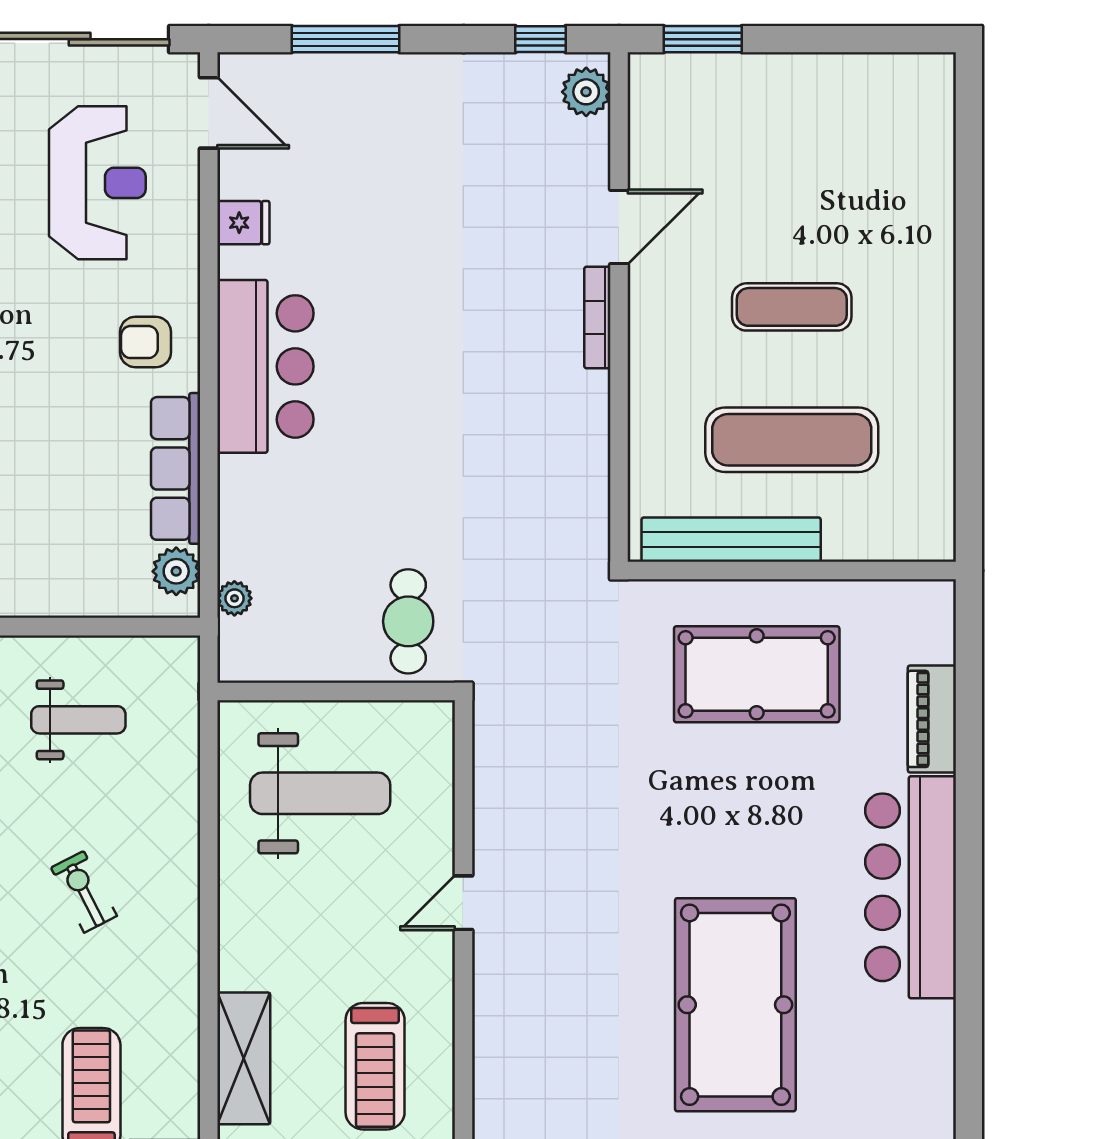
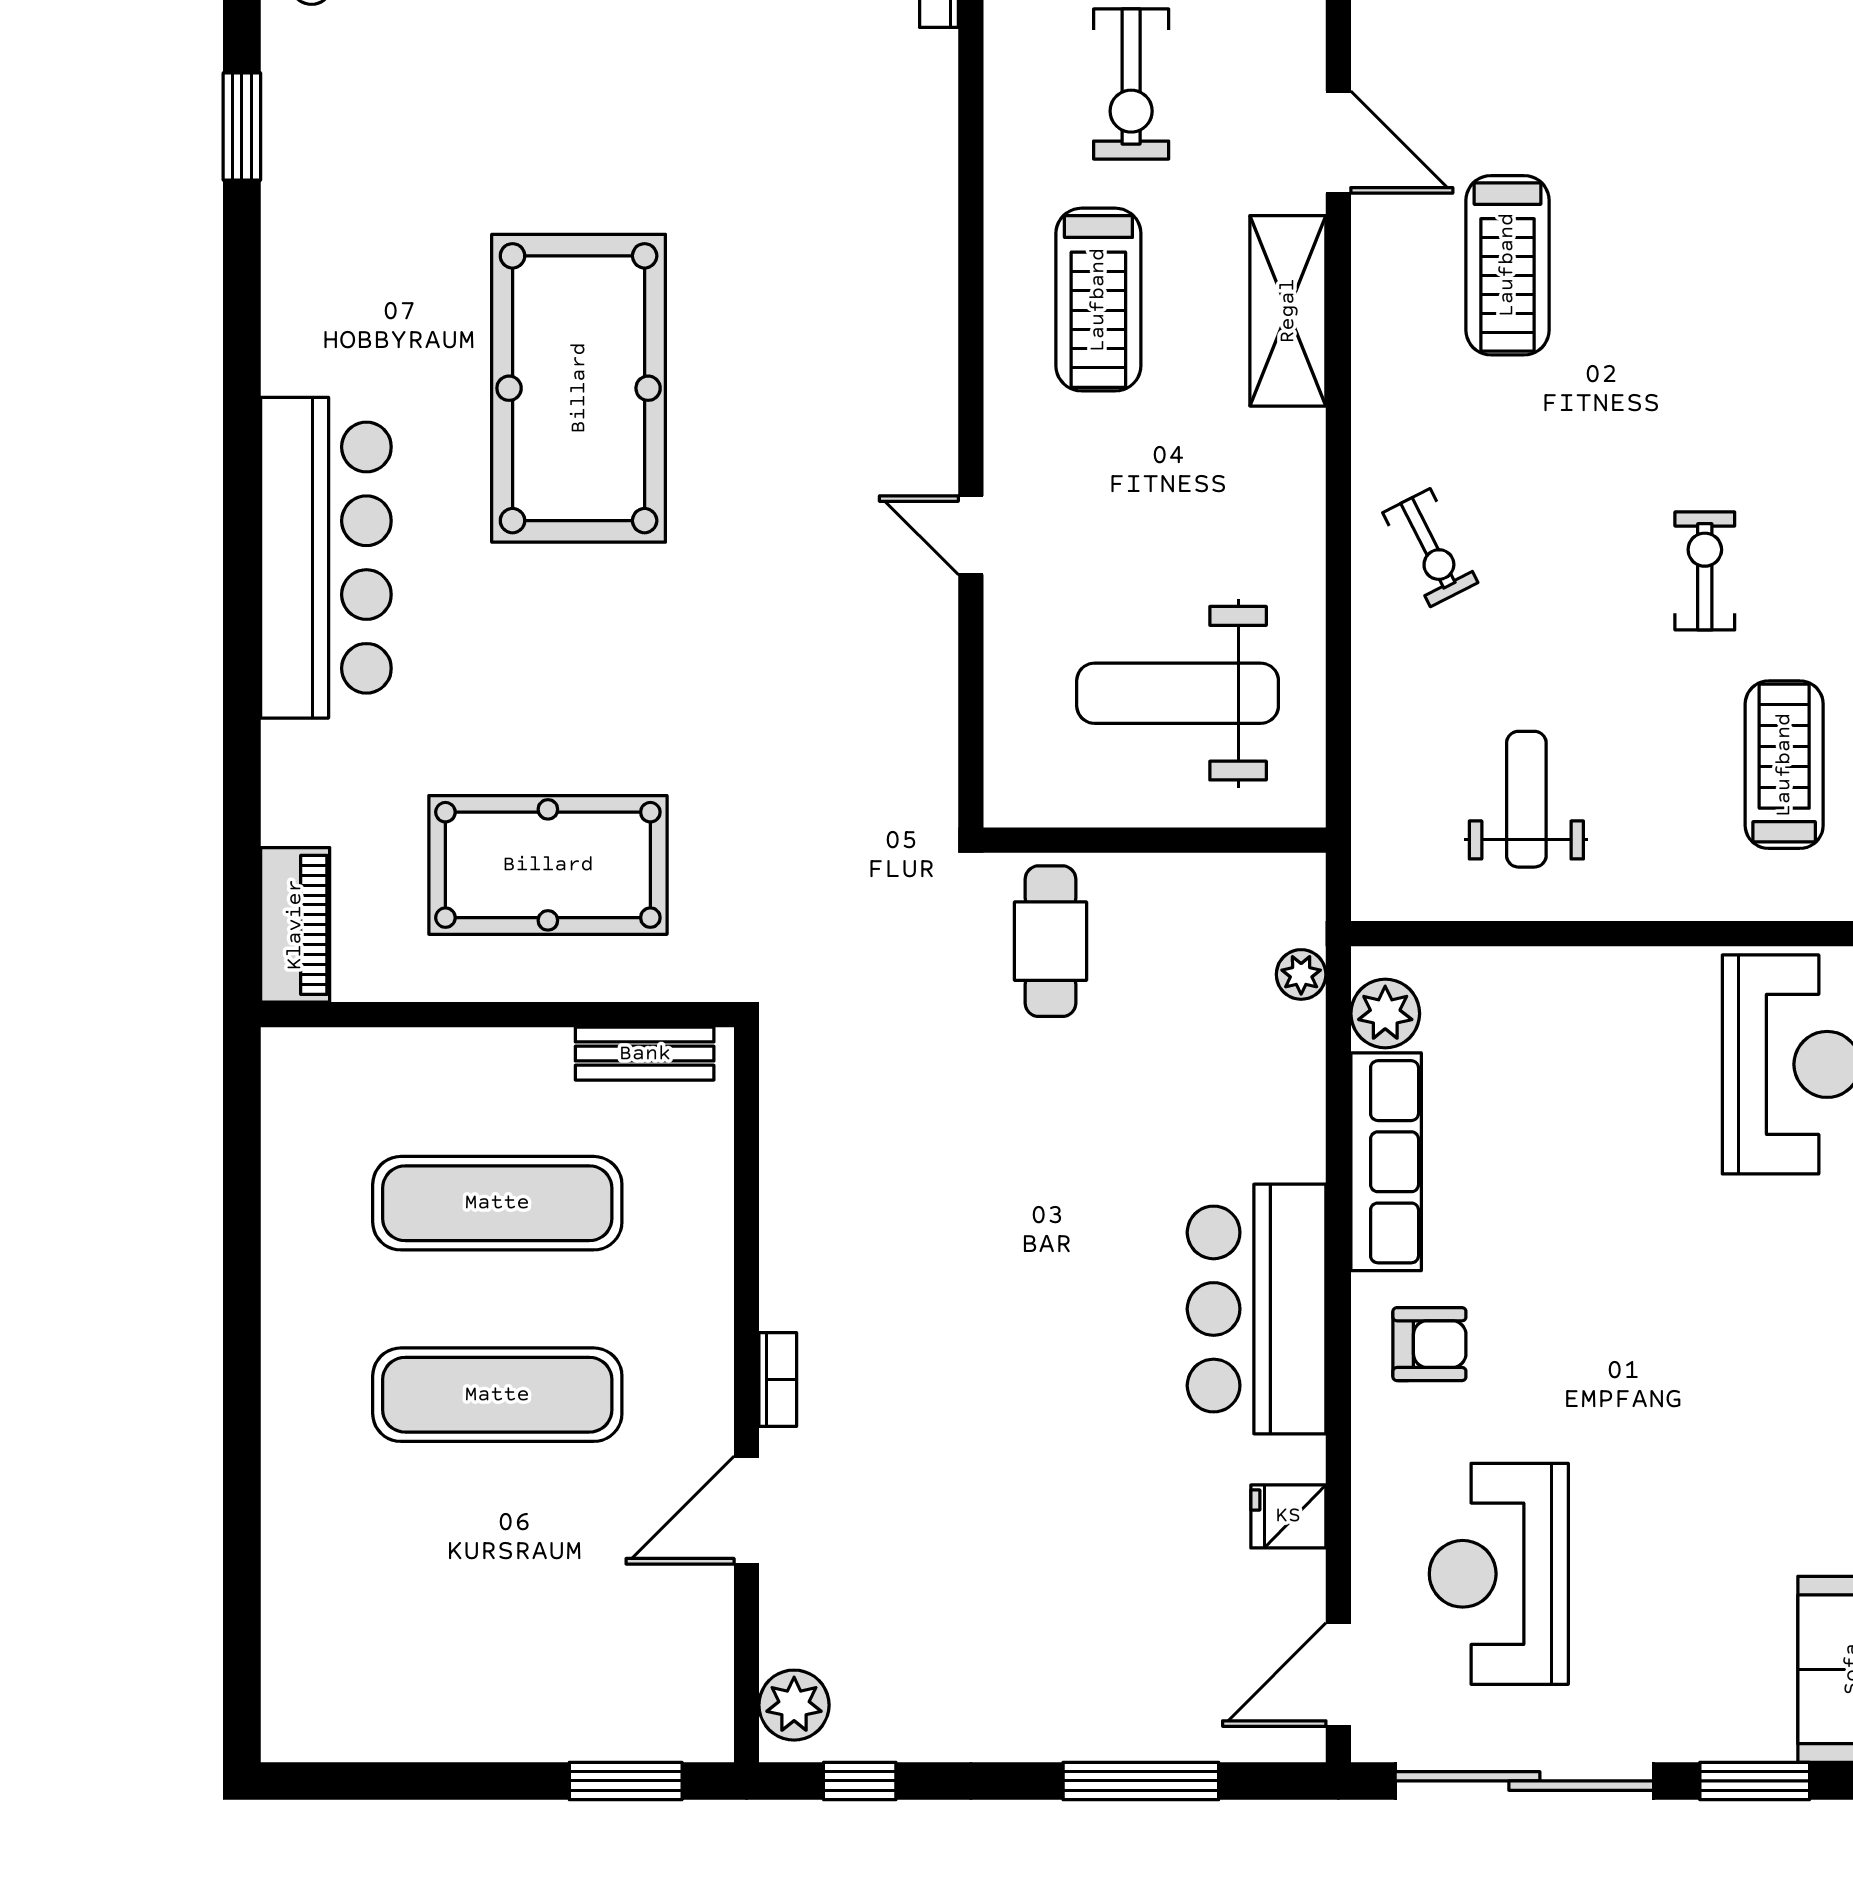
door: (209, 113) -> (1338, 1675), hinge flipped
exercise mat: (792, 307) -> (497, 1395), width x1.36, depth x1.45
bookcase: (597, 318) -> (778, 1380), width x0.64
bench: (731, 540) -> (645, 1054), width x0.54, depth x0.82
piano: (932, 719) -> (295, 925), moved
weight bench: (78, 720) -> (1526, 799), turned 90
exercise bike: (84, 892) -> (1430, 548), moved
door: (463, 903) -> (971, 535), swing flipped
treadmill: (375, 1066) -> (1098, 300), turned 180

